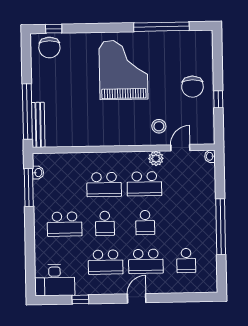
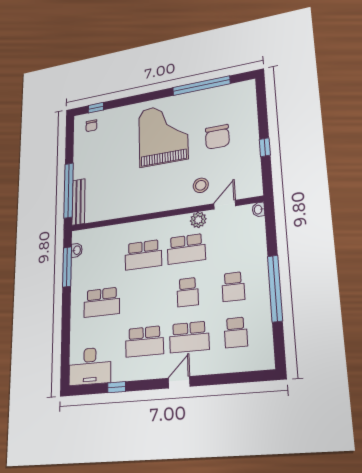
chair: (49, 48) -> (91, 126), width x0.54, depth x0.54
chair: (192, 87) -> (217, 137), moved
school desk: (105, 223) -> (233, 287), moved

